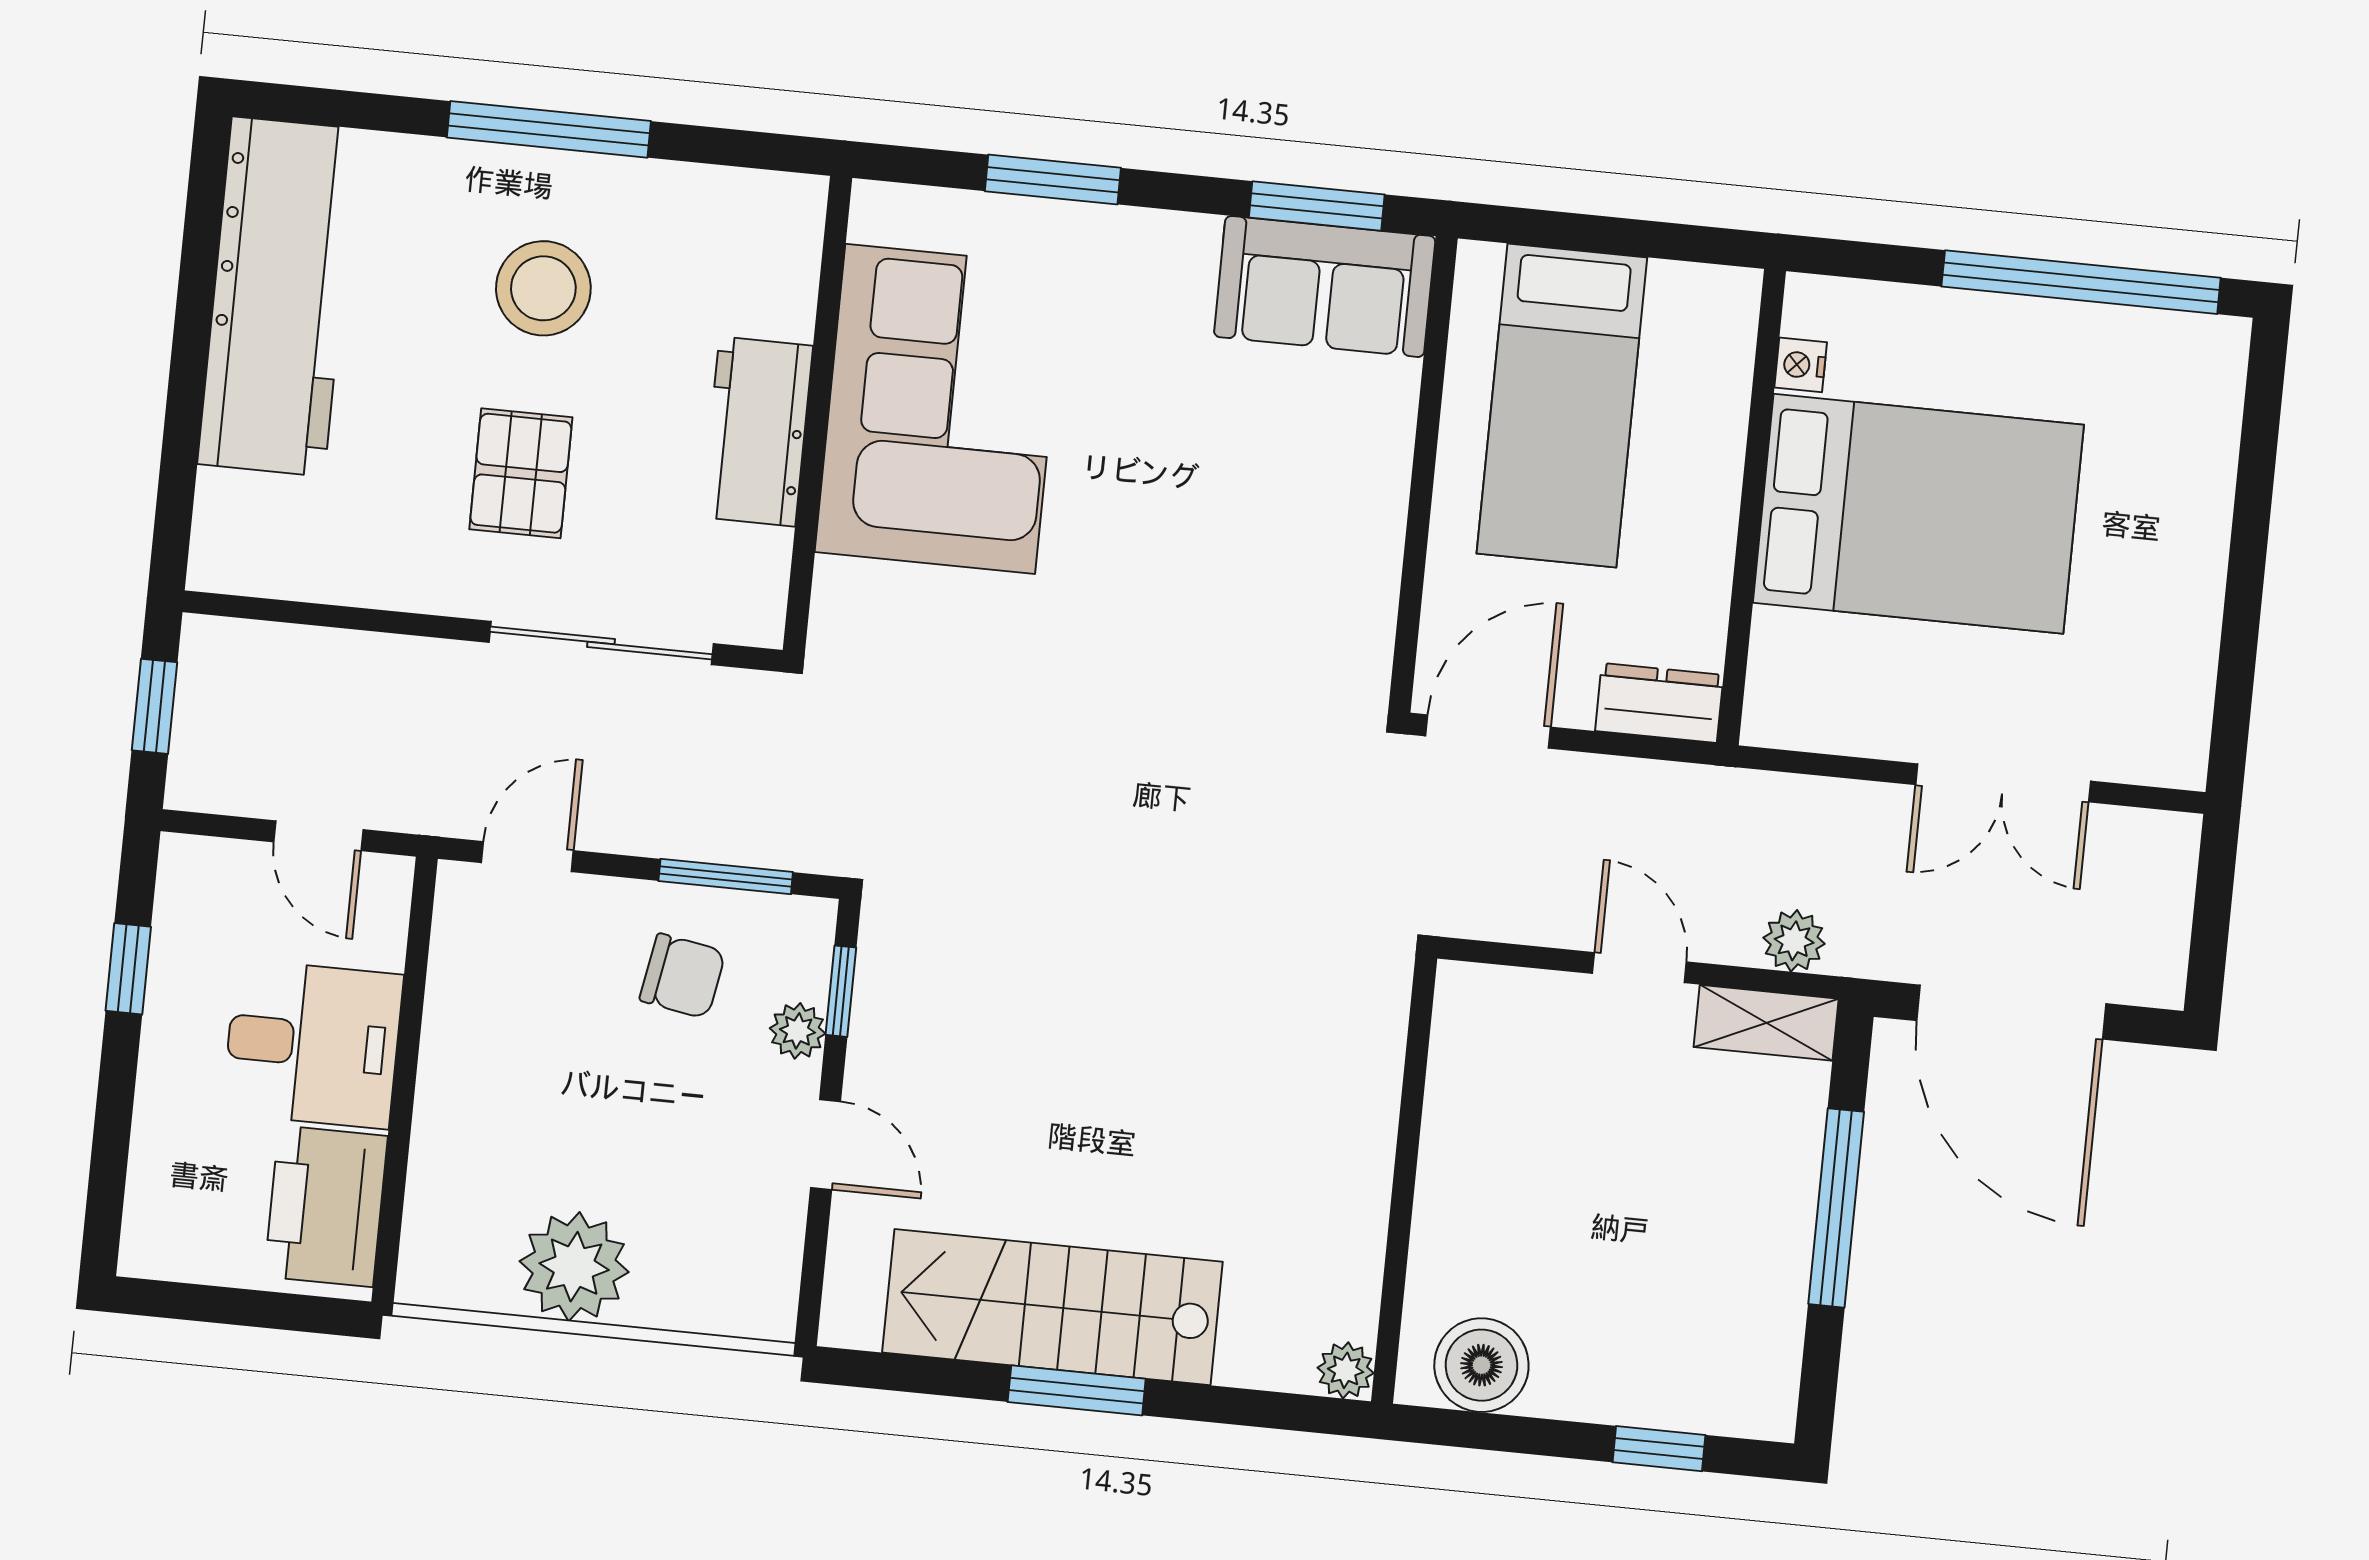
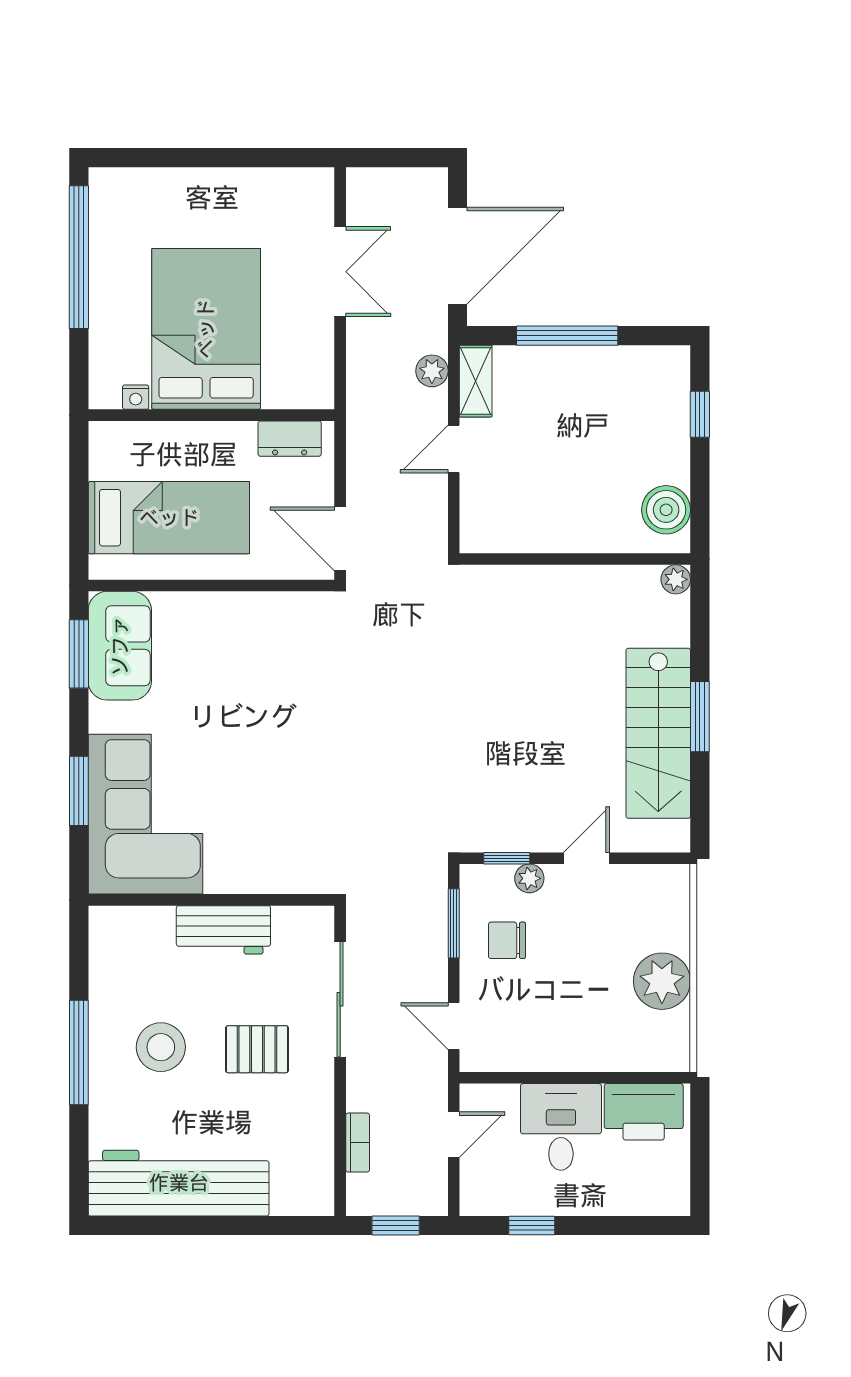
corner sofa: (940, 409) -> (145, 814), moved, turned 90
bookcase: (322, 649) -> (358, 1143), added
dresser: (1659, 703) -> (290, 439), moved, turned -90
chair: (683, 976) -> (507, 940), turned -100

